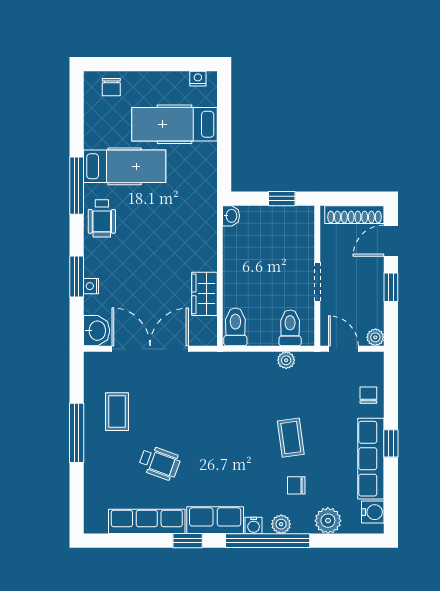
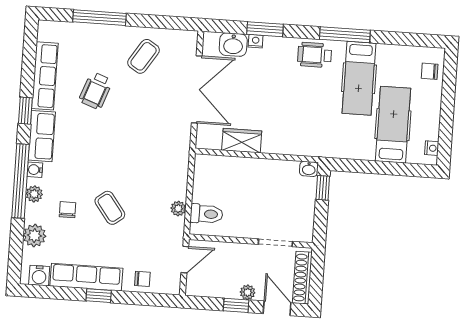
window: (282, 199) -> (323, 188), moved
doorway: (317, 282) -> (275, 243), moved
toilet: (235, 327) -> (211, 166), removed
washbasin: (97, 331) -> (233, 45), moved
plant: (375, 337) -> (248, 292), moved
coffee table: (117, 412) -> (144, 56), turned -57
window: (77, 433) -> (100, 18), moved
coffee table: (291, 438) -> (110, 208), turned 61

